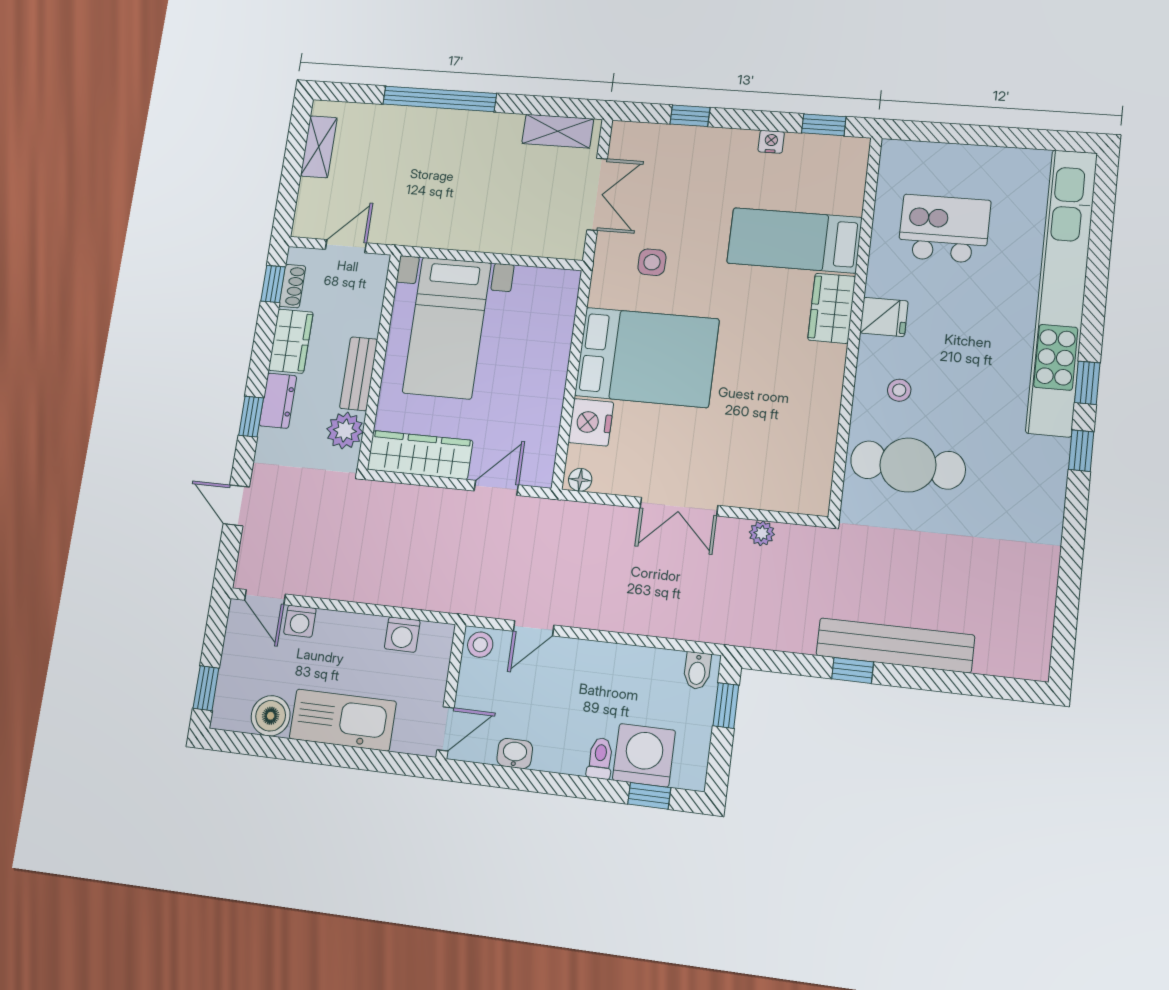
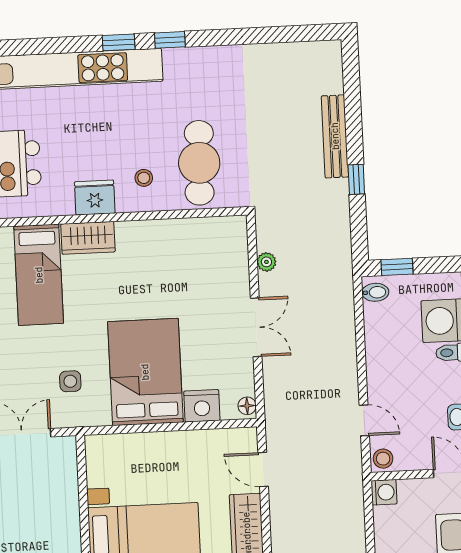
fridge: (884, 317) -> (95, 198), width x1.38
washing machine: (402, 635) -> (384, 492), moved
bench: (895, 645) -> (335, 136), width x0.73, depth x0.82

